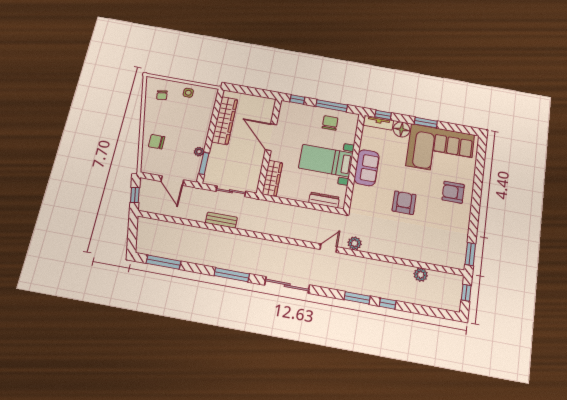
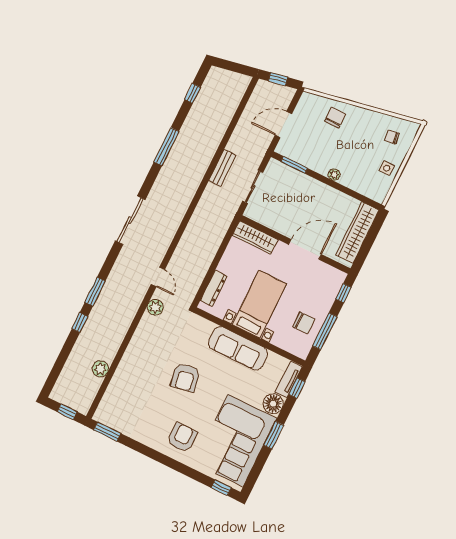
wardrobe: (225, 121) -> (357, 233), moved, turned 90
window: (481, 151) -> (221, 488), added
plant: (199, 152) -> (334, 175), moved
sofa: (367, 168) -> (238, 348), width x1.36
armchair: (404, 203) -> (185, 377), turned 80
window: (163, 262) -> (193, 93), width x0.46
window: (232, 275) -> (166, 147), moved

